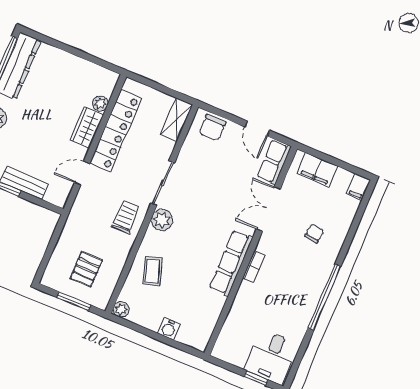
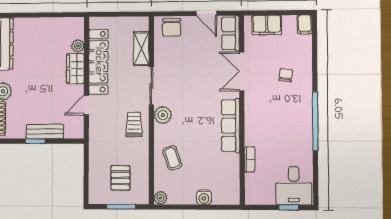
shelving: (176, 120) -> (141, 49), moved
bookcase: (254, 267) -> (250, 159), moved

